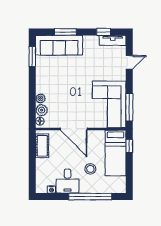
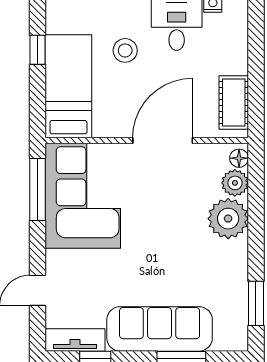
sofa: (59, 45) -> (160, 329), moved
plant: (40, 98) -> (228, 219), width x1.88, depth x1.88
door: (74, 129) -> (163, 141), hinge flipped
window: (129, 146) -> (38, 50), moved

